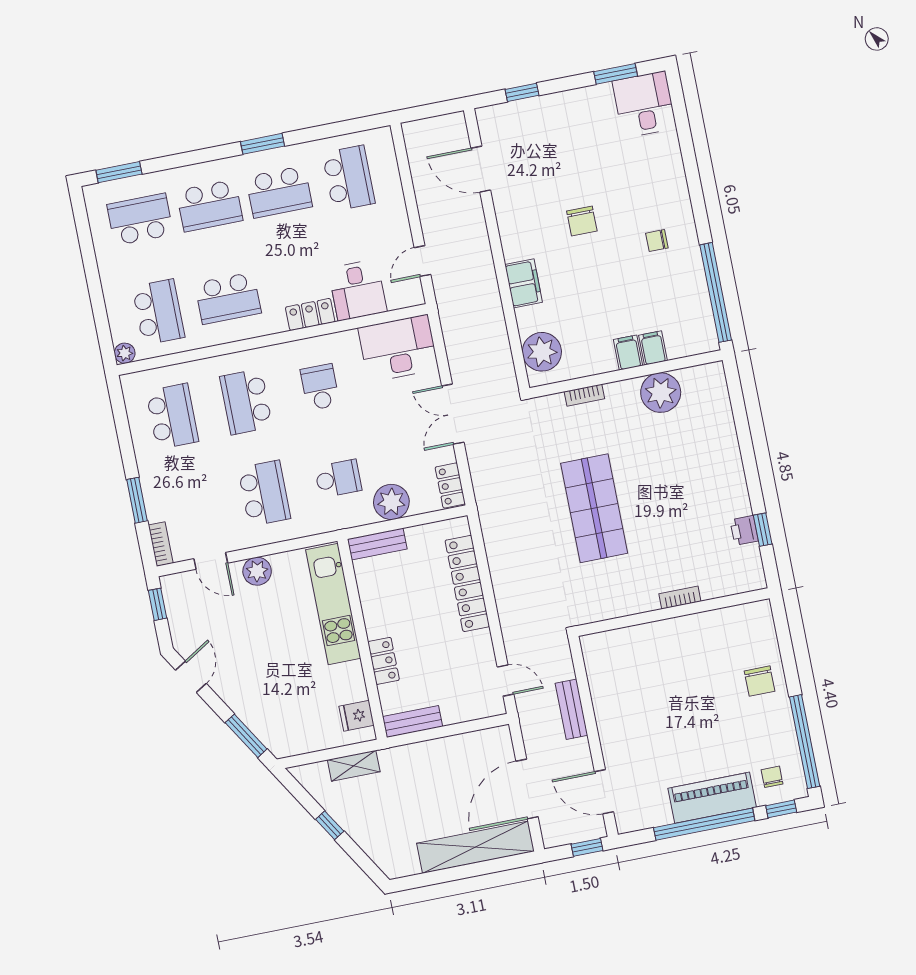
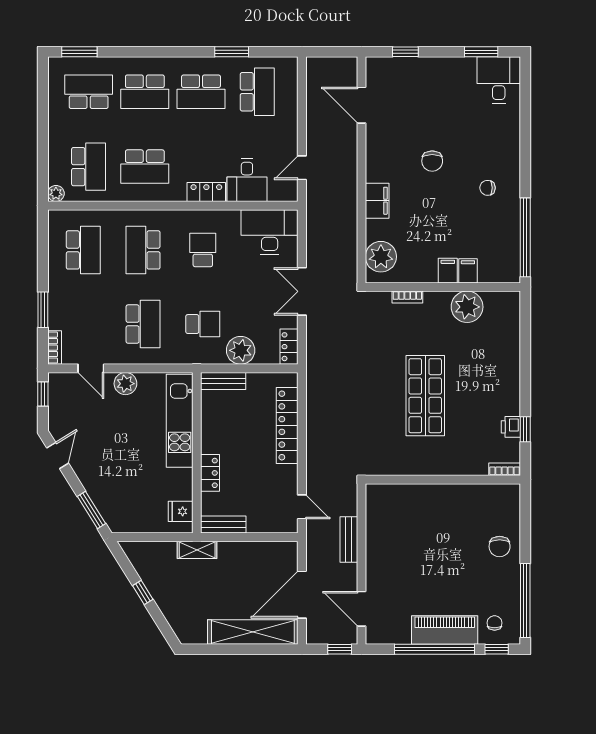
window: (263, 144) -> (232, 52), moved
shop shelf: (594, 508) -> (425, 396), moved
bookcase: (680, 598) -> (505, 469), moved
shelving: (354, 766) -> (197, 550), moved

